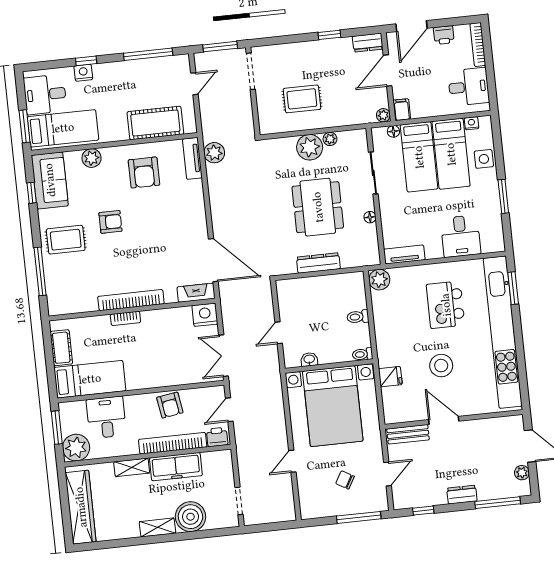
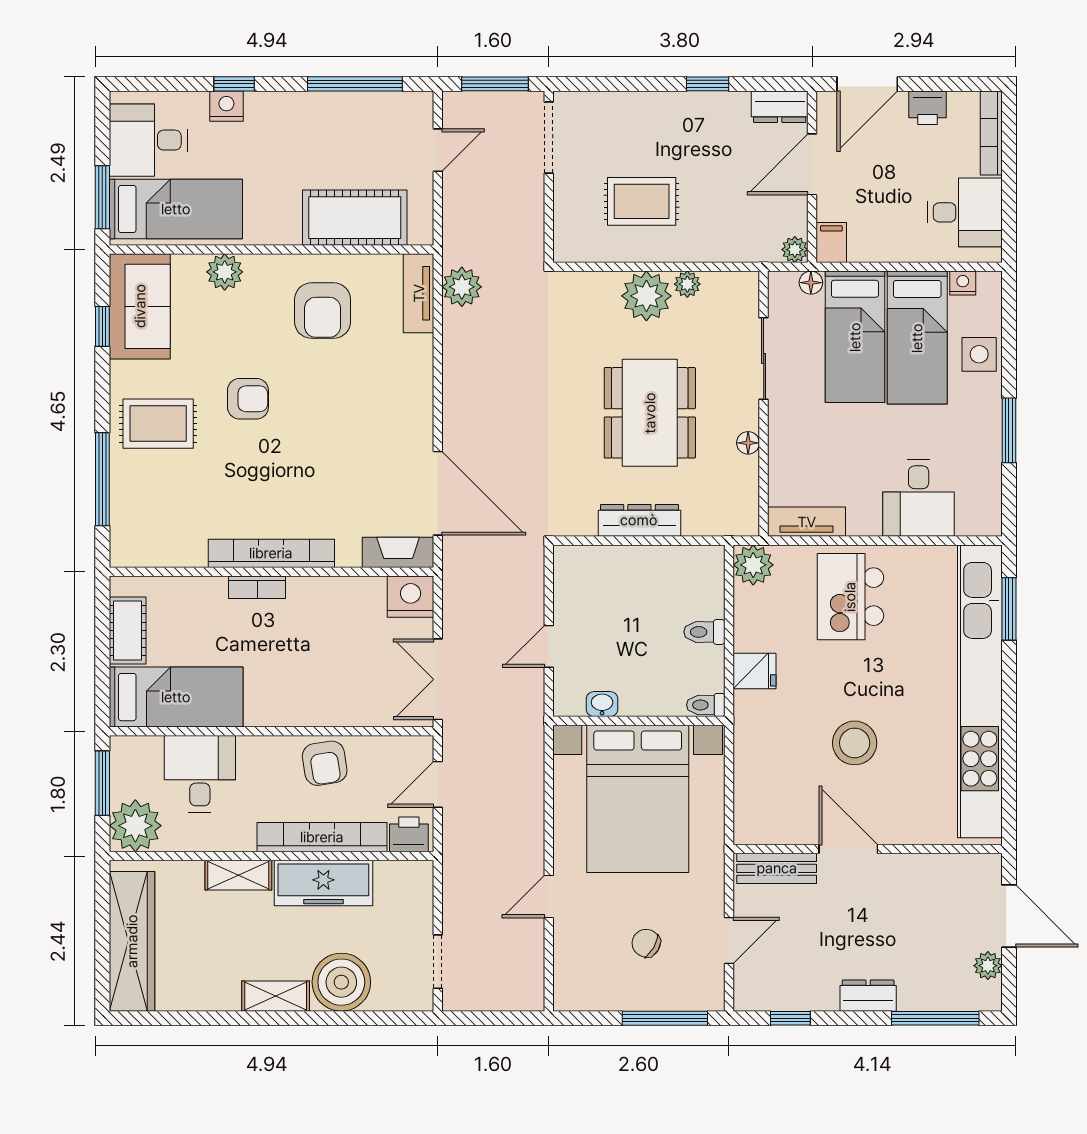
kitchen island: (446, 305) -> (850, 597), moved
fridge: (390, 377) -> (754, 671), moved

